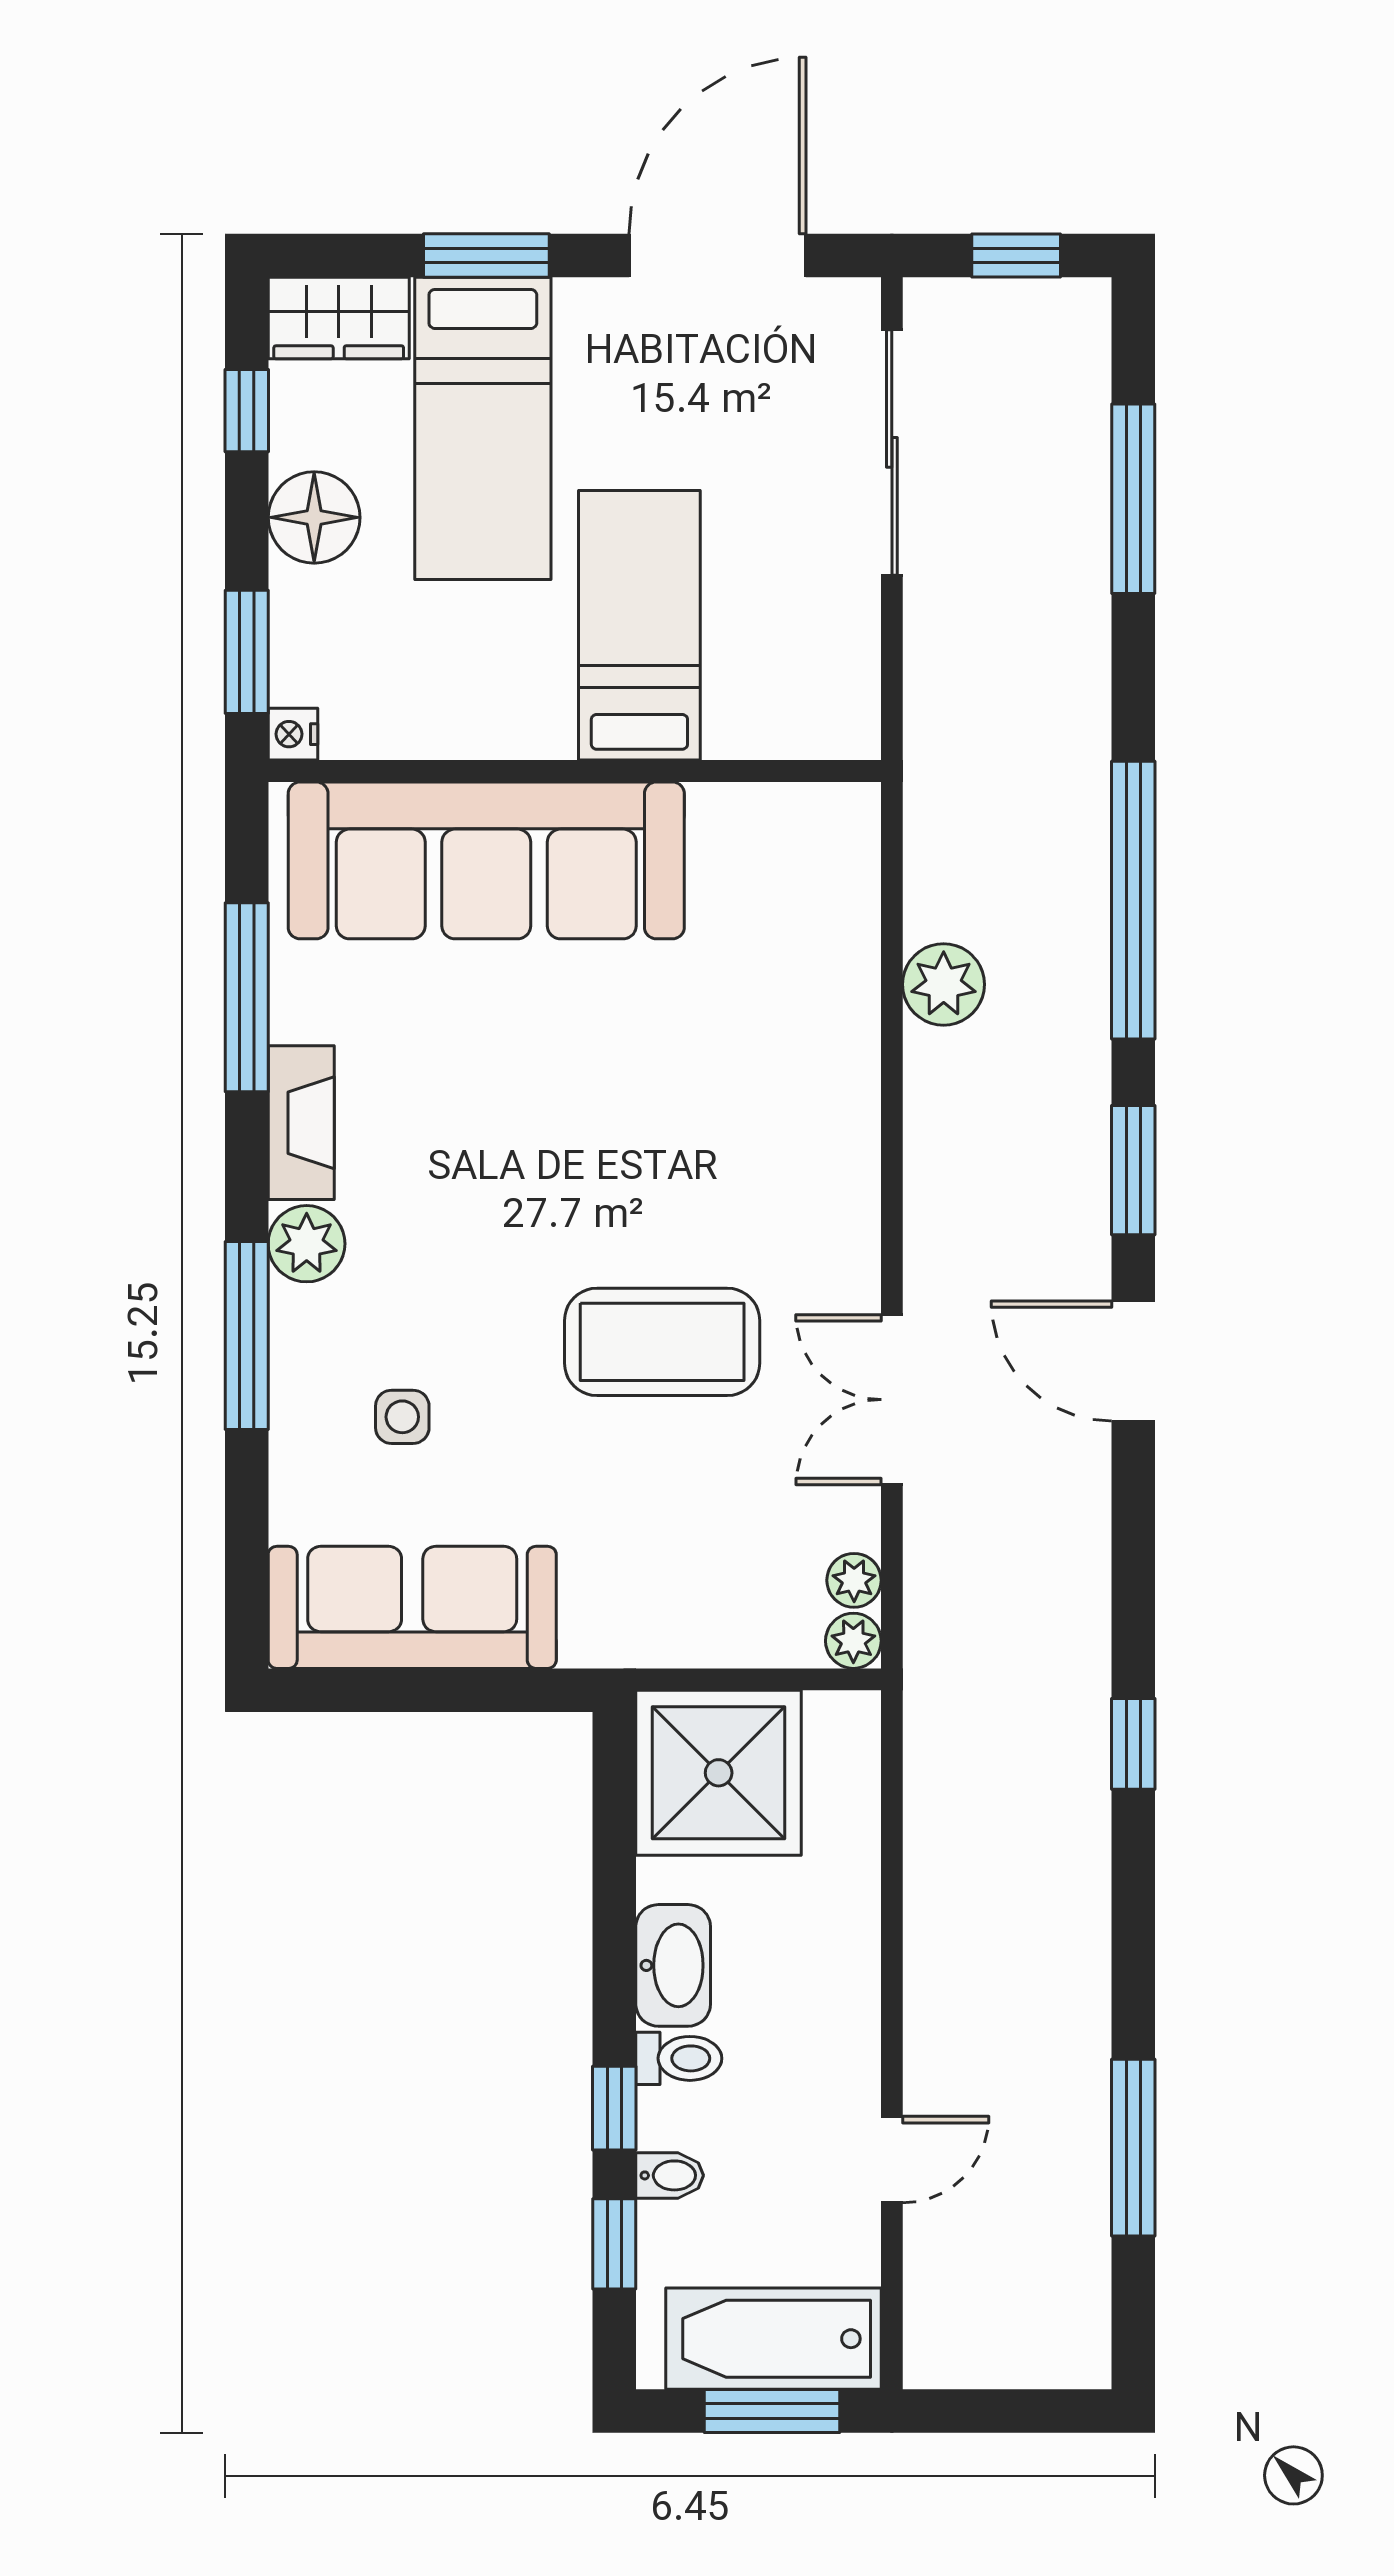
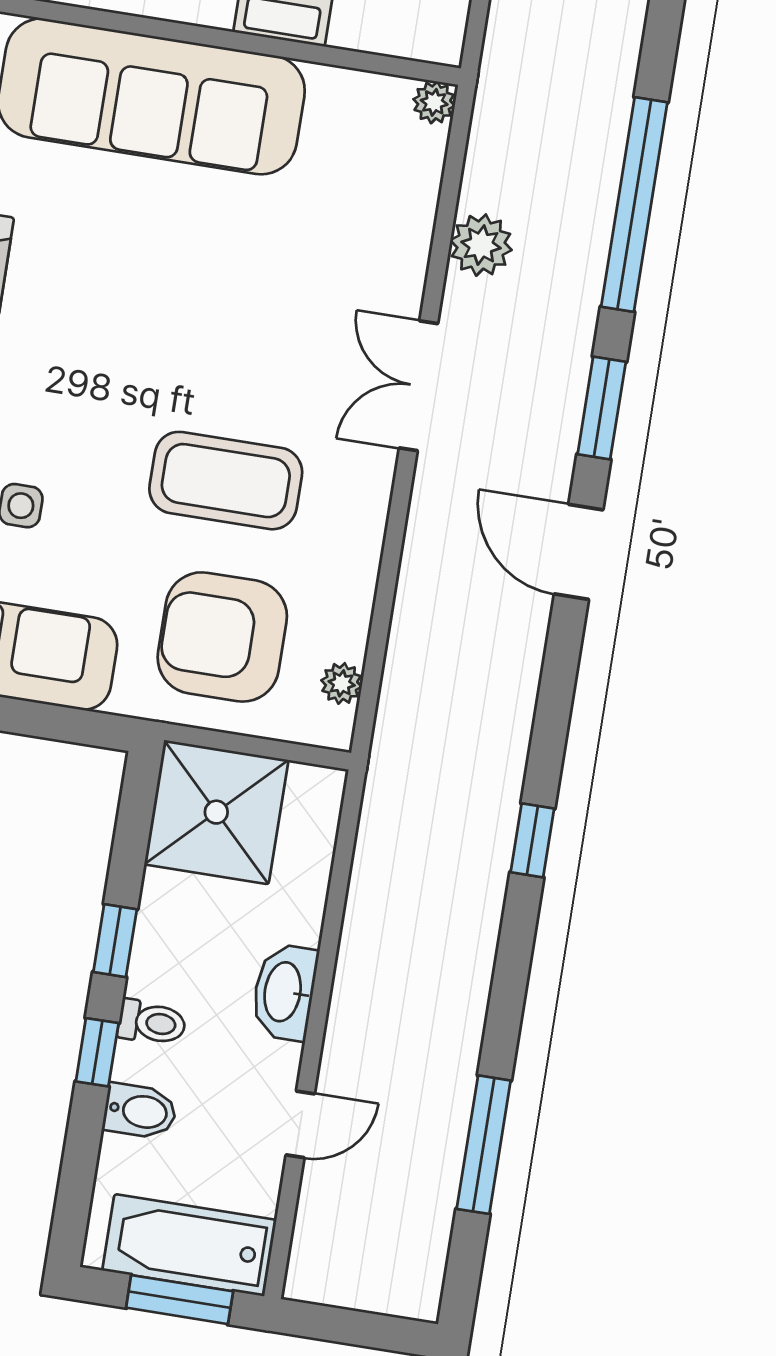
double door: (892, 1400) -> (419, 386), moved
armchair: (690, 1545) -> (222, 637), added
plant: (853, 1641) -> (434, 102), moved
washbasin: (673, 1965) -> (284, 992), moved, turned 180
bidet: (670, 2175) -> (140, 1111), width x1.38, depth x1.36
window: (614, 2244) -> (115, 941), moved

